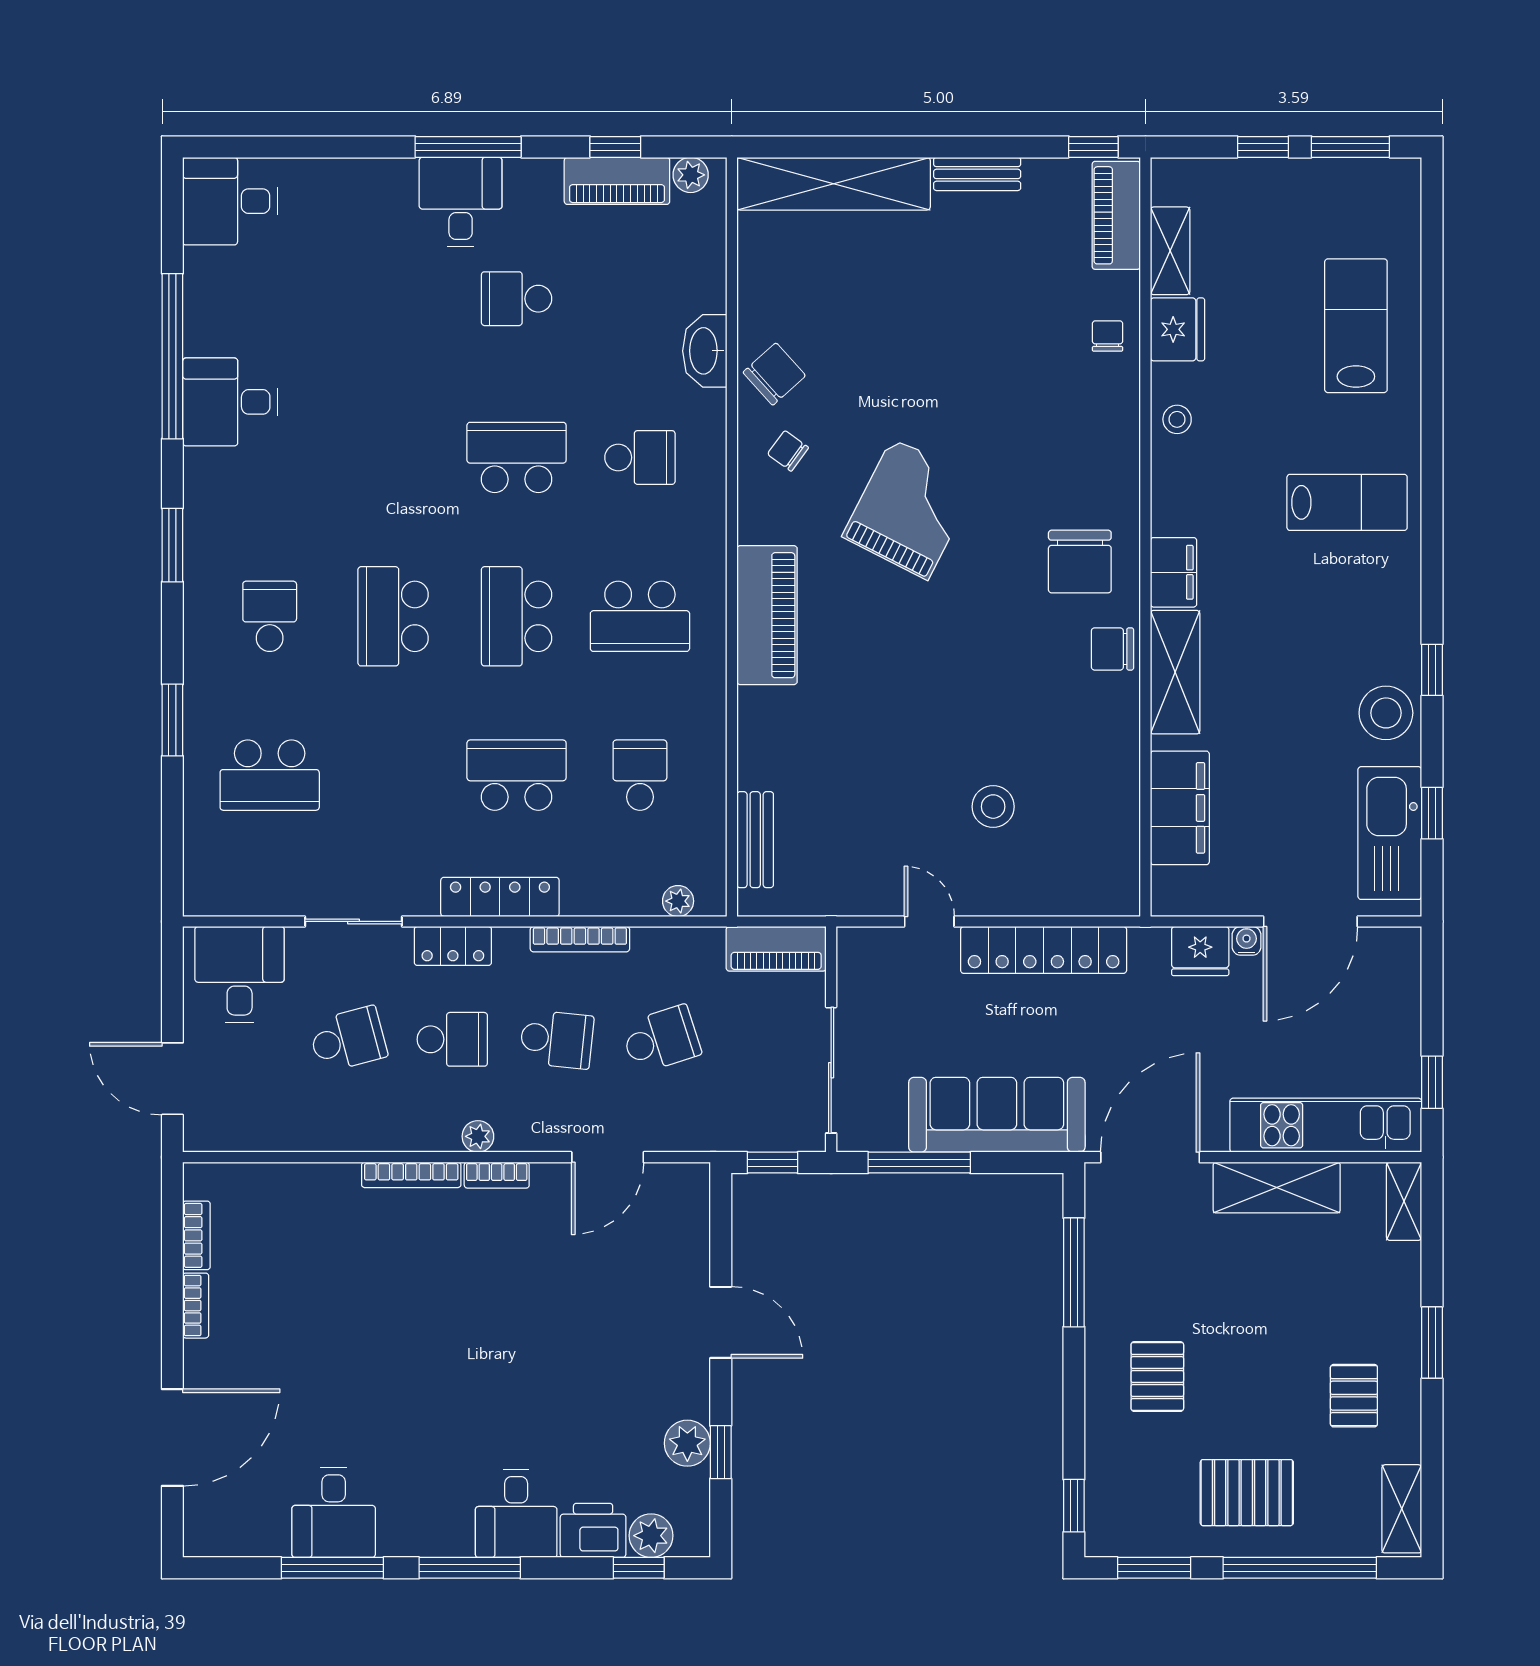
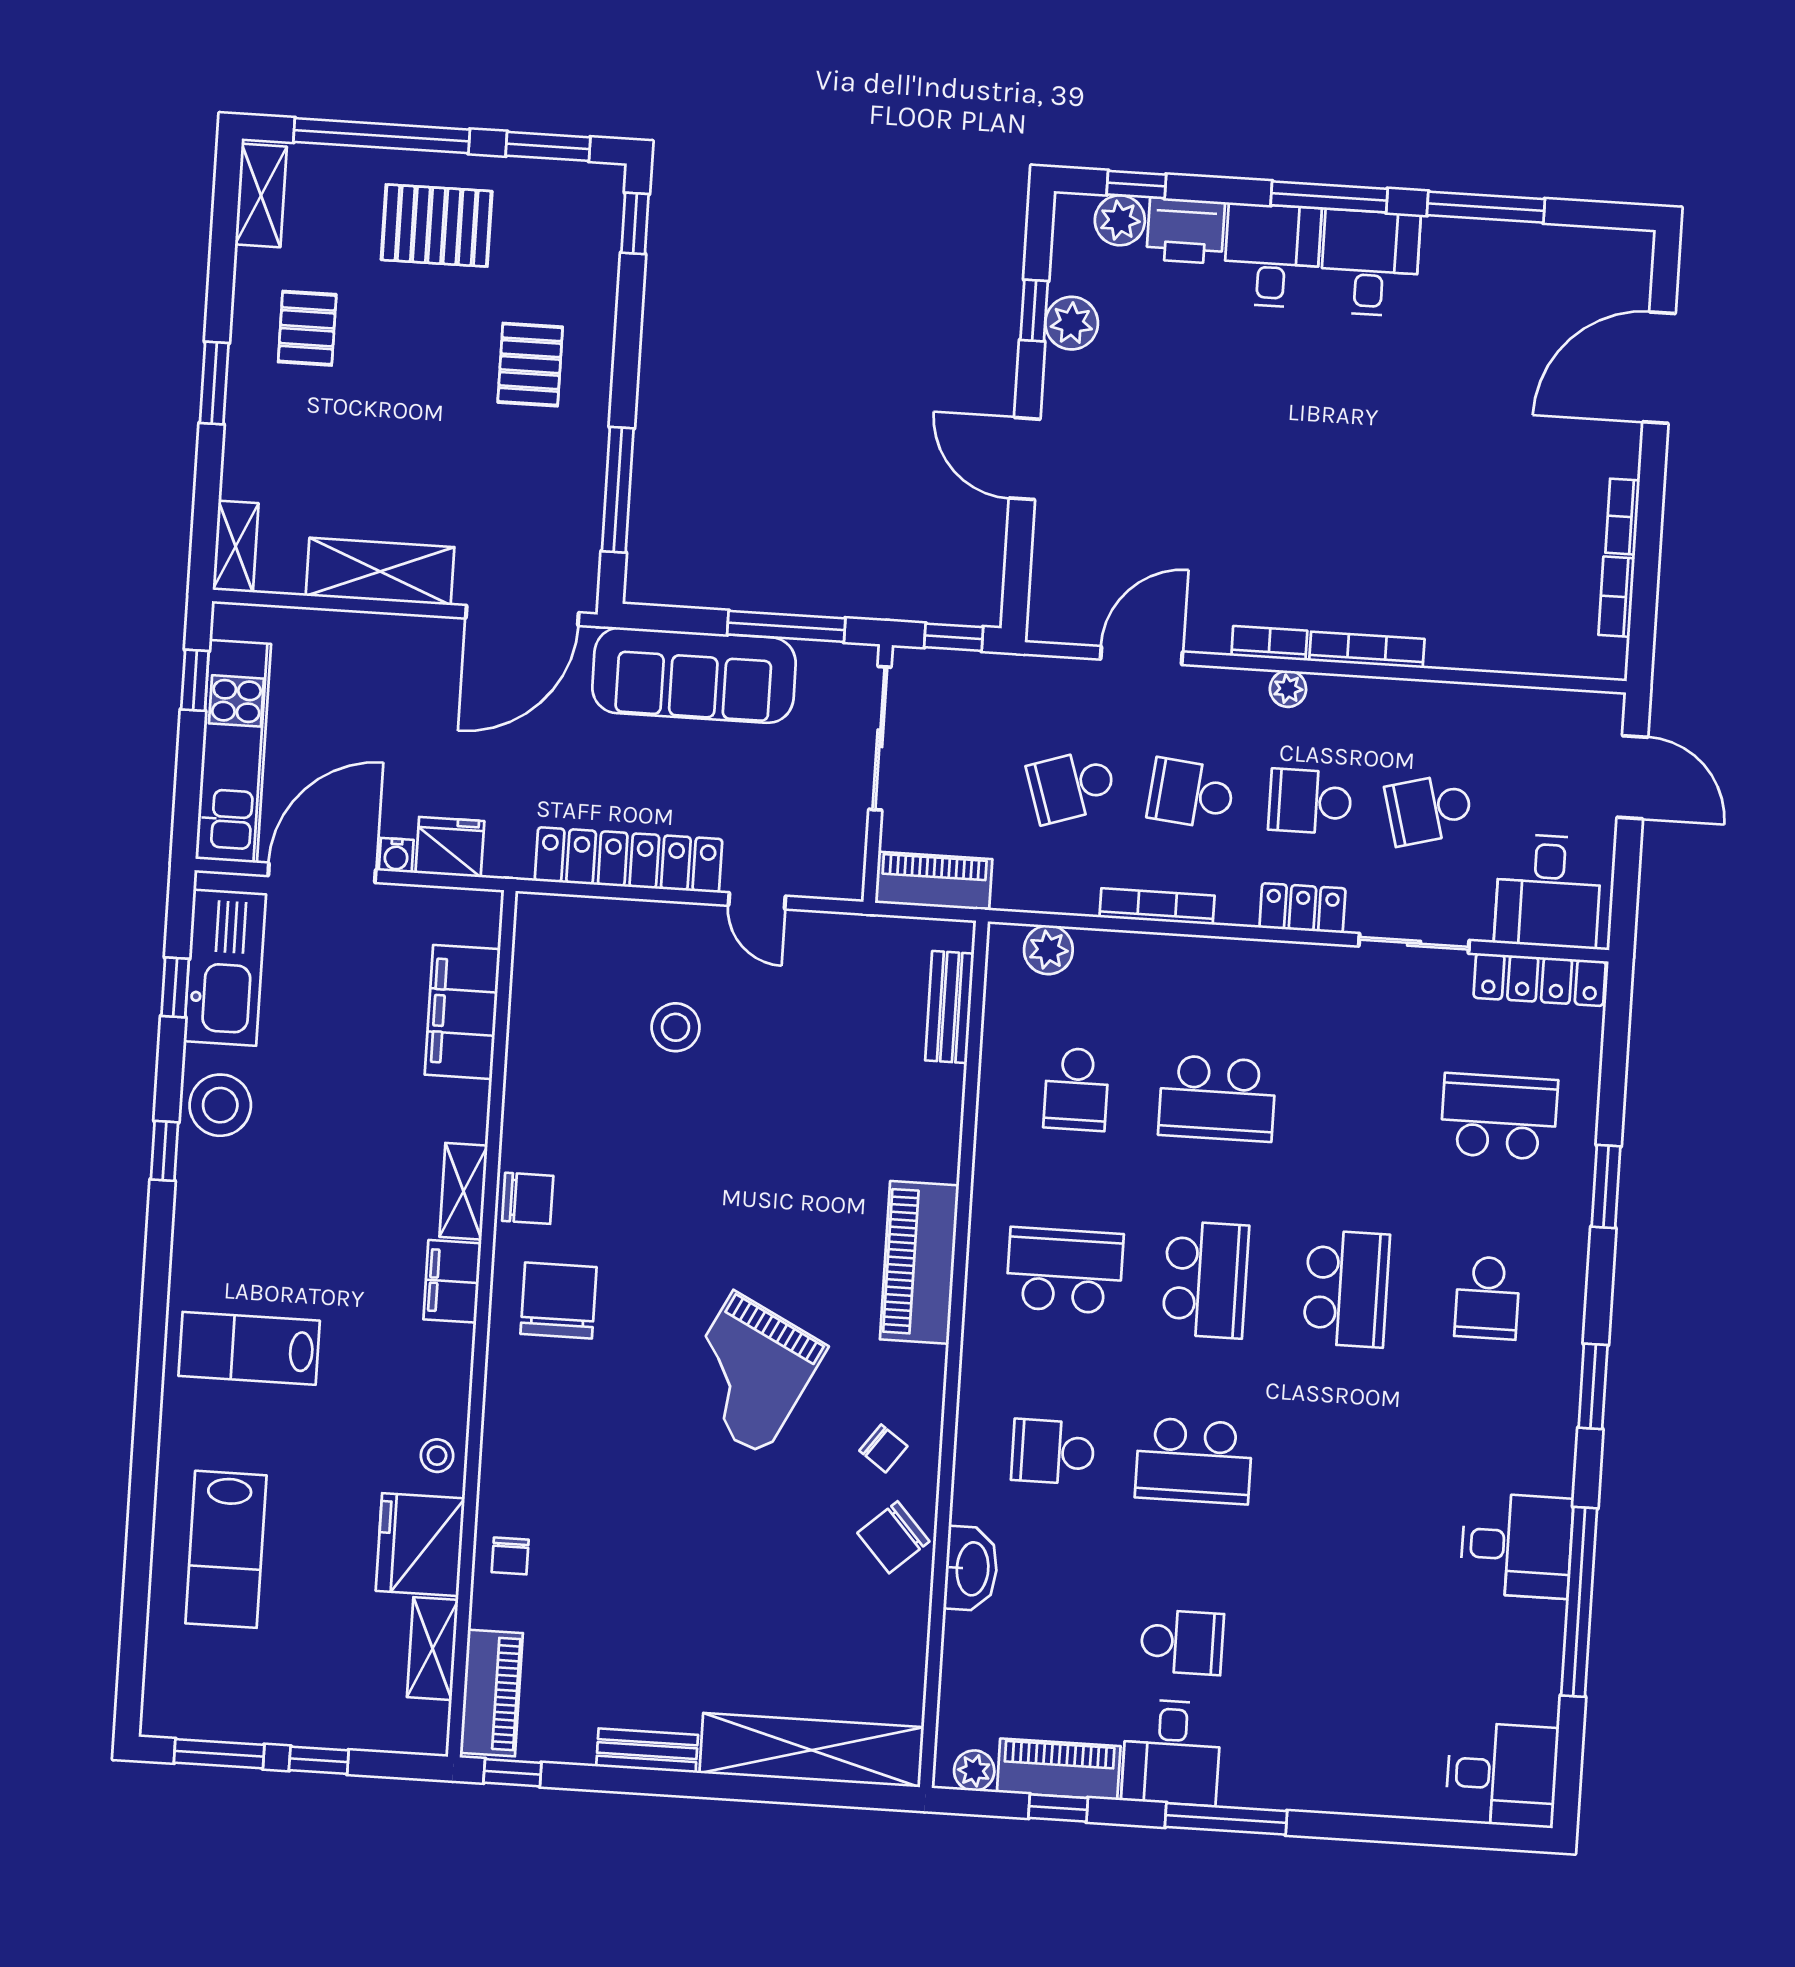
desk: (461, 202) -> (1171, 1752), moved
fridge: (1177, 329) -> (420, 1545), width x1.36, depth x1.34
shelving: (1175, 672) -> (463, 1191), width x0.67, depth x0.75
locker: (500, 897) -> (1540, 980), moved
plant: (678, 901) -> (1048, 950), width x1.38, depth x1.38
kitchen unit: (1326, 1125) -> (233, 751), moved, turned -90
desk: (334, 1513) -> (1370, 263), moved

